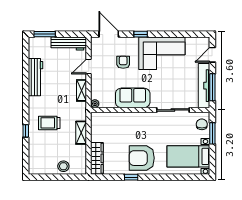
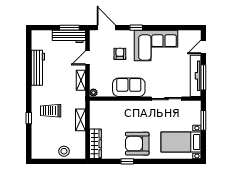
window: (45, 34) -> (69, 28), moved
chair: (202, 124) -> (193, 112), removed

